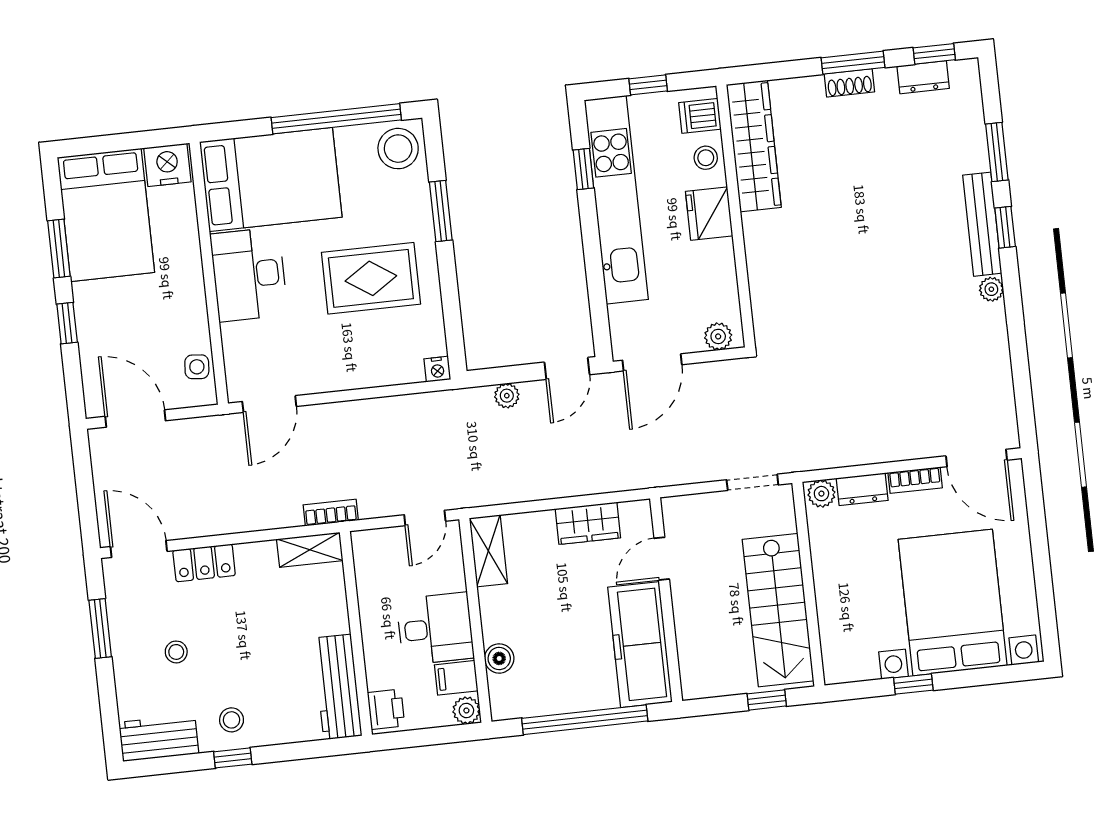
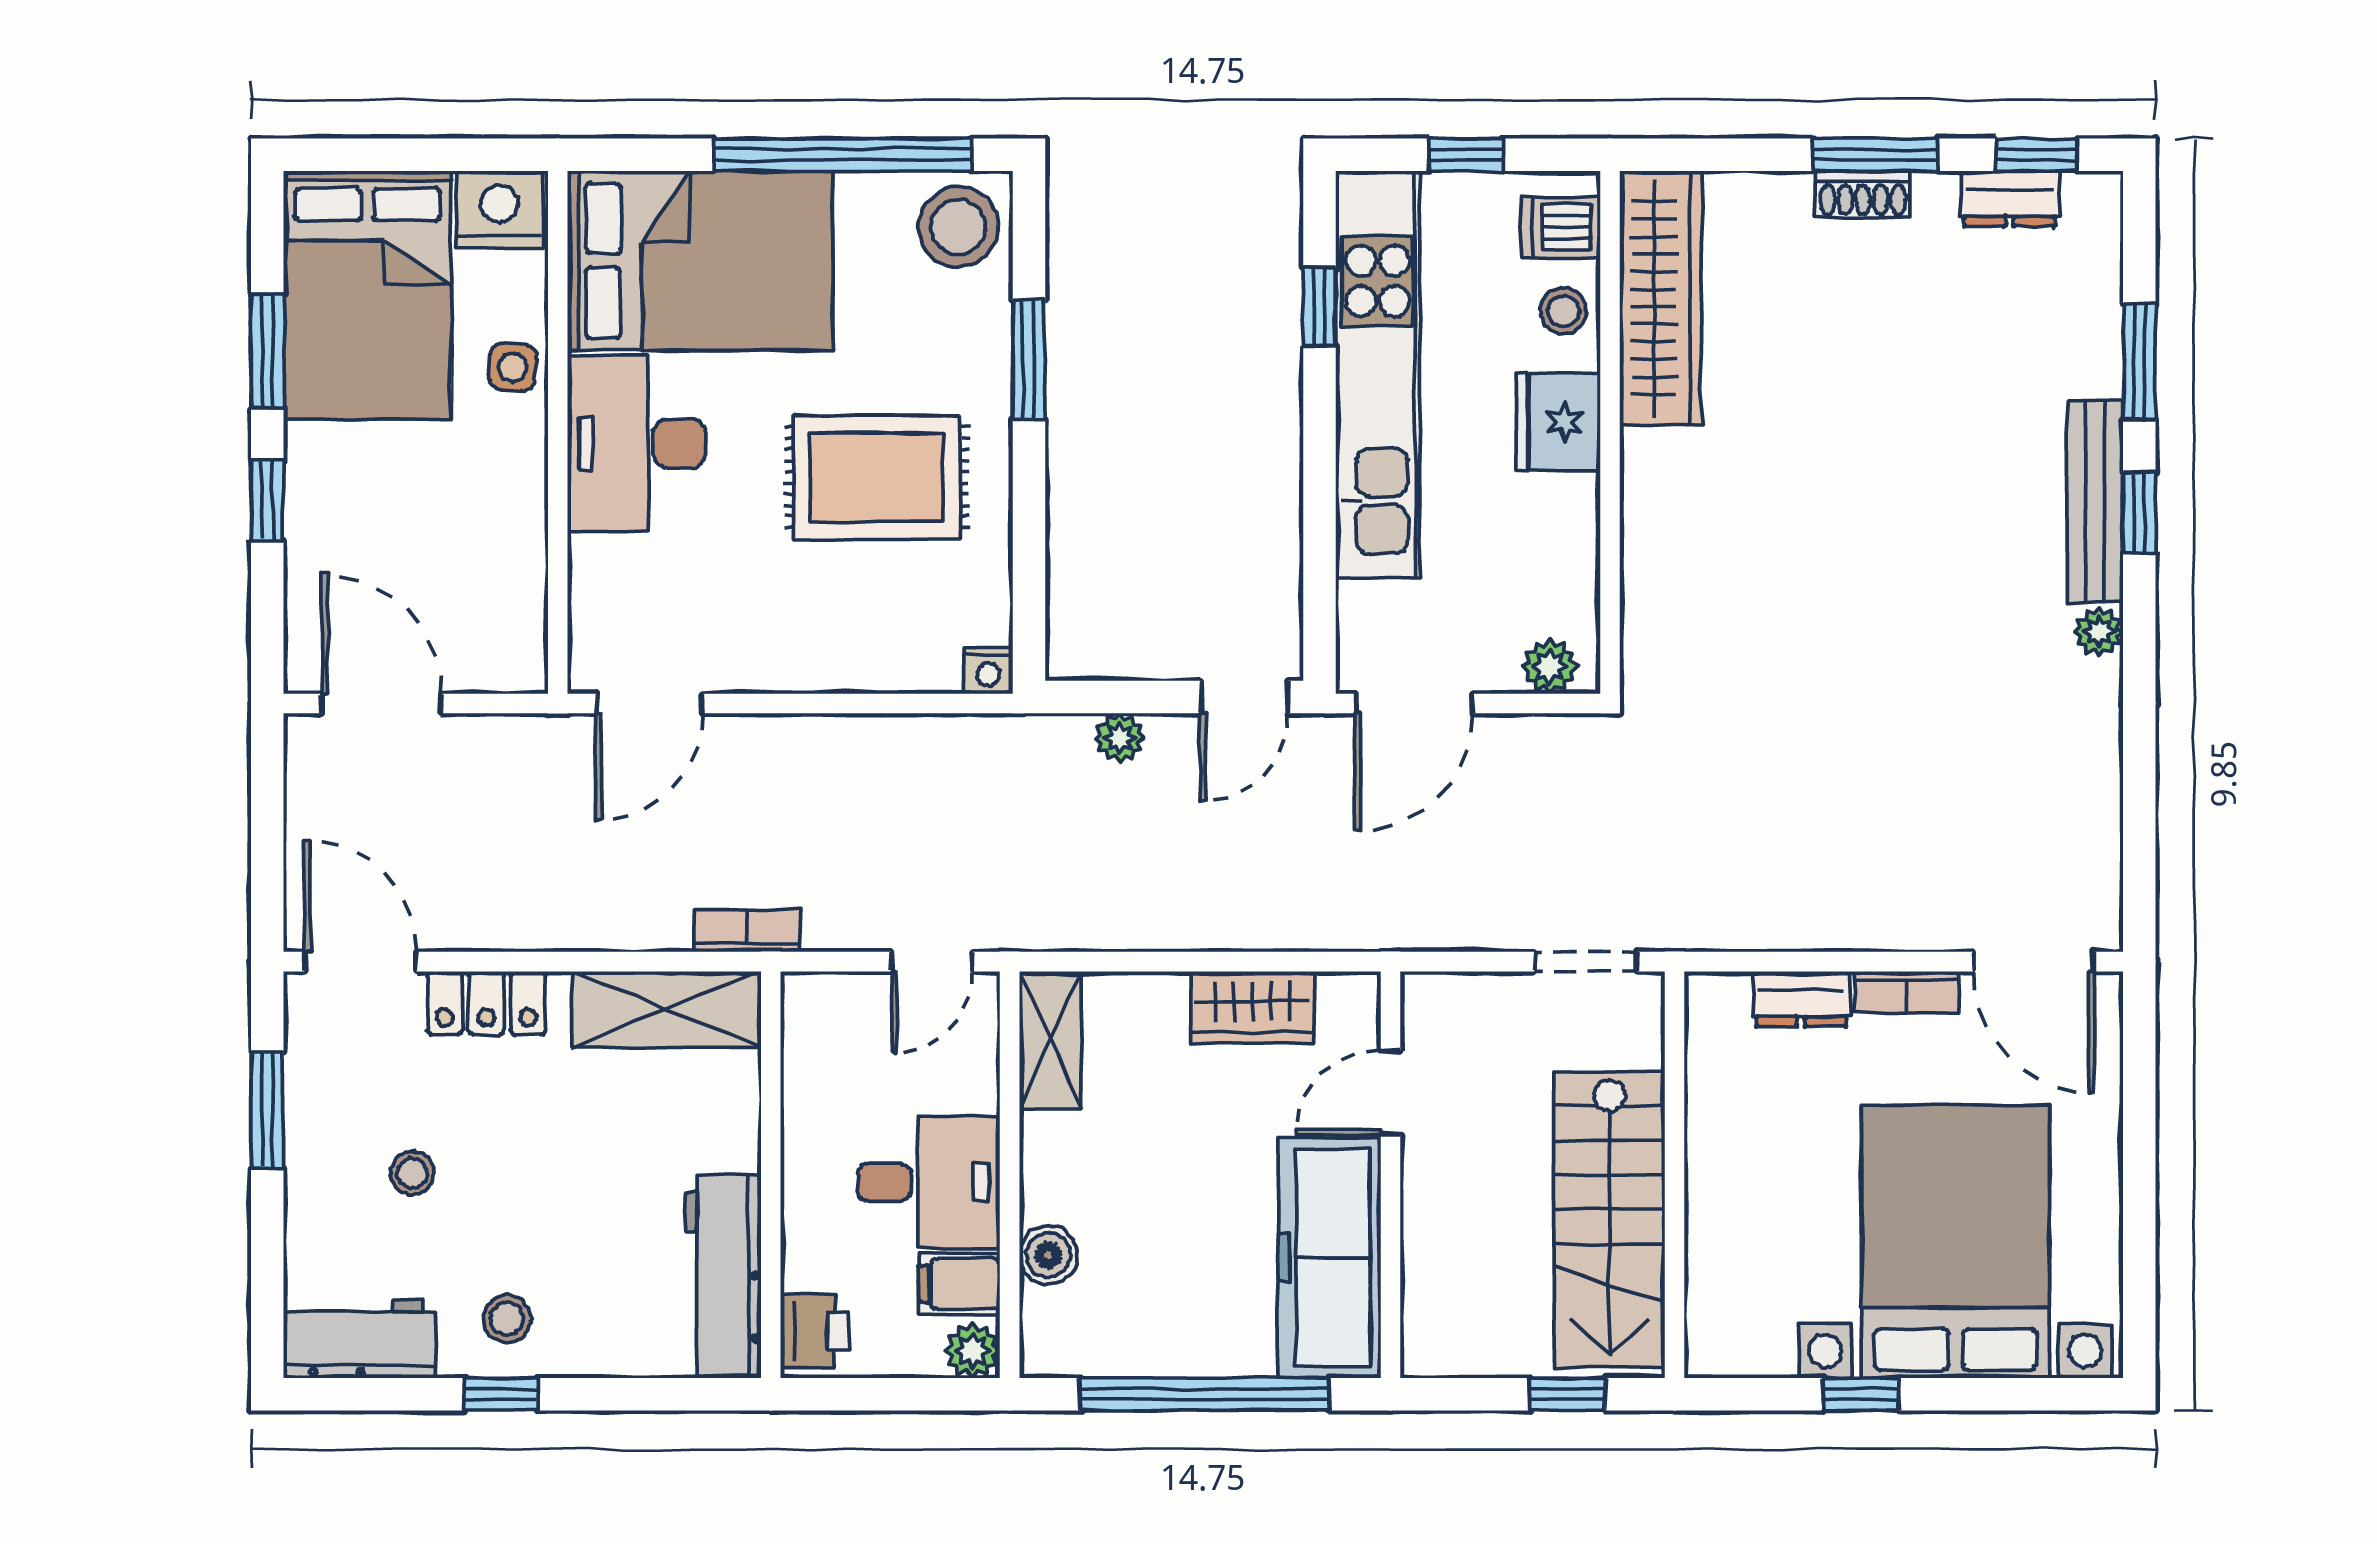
side table: (197, 367) -> (513, 367), moved
plant: (821, 494) -> (1720, 999), removed
shelving: (310, 550) -> (666, 1009), width x1.50, depth x1.33

